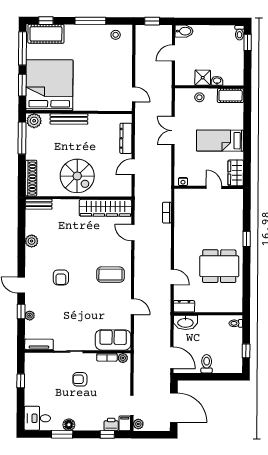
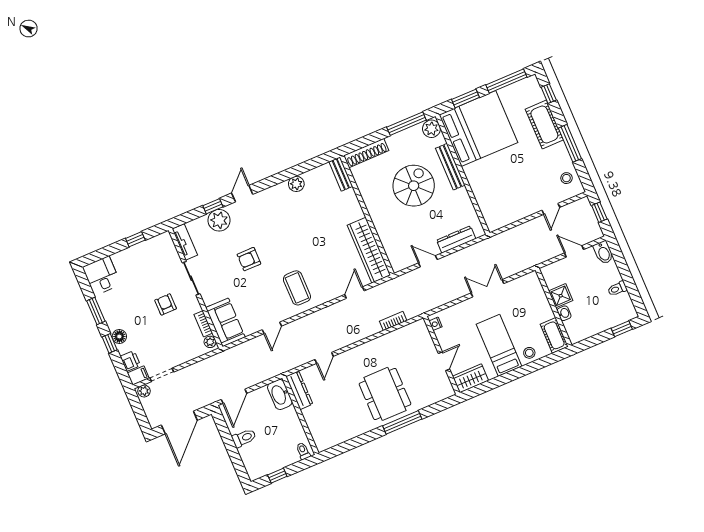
toilet: (239, 33) -> (617, 289), moved
cot: (46, 34) -> (544, 125), moved
door: (134, 94) -> (551, 209), moved
stool: (199, 97) -> (529, 353), moved
spiral stairs: (77, 176) -> (414, 186), moved, turned 180
window: (247, 239) -> (402, 422), width x2.17
dining table: (219, 266) -> (385, 394), moved
armchair: (61, 277) -> (249, 259), moved
dresser: (184, 306) -> (299, 390), width x1.44
plant: (30, 316) -> (219, 220), width x1.88, depth x1.88
floor lamp: (69, 425) -> (119, 336), moved
window: (107, 434) -> (110, 343), moved

